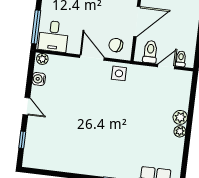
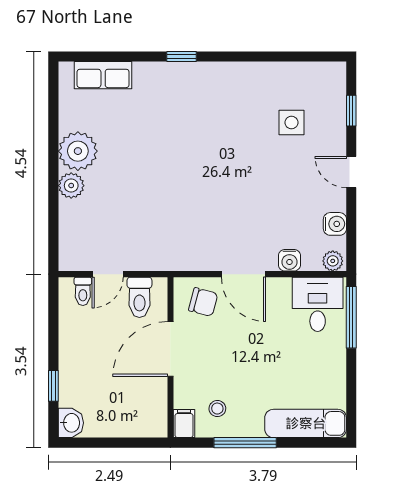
water cooler: (66, 62) -> (289, 260), added
side table: (119, 73) -> (291, 123), moved
plant: (180, 131) -> (78, 151), width x1.88, depth x1.88

